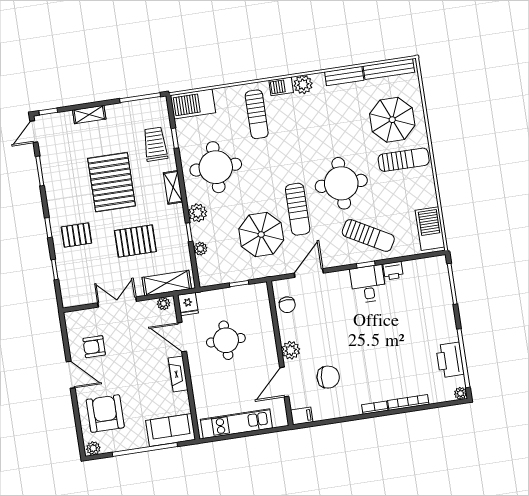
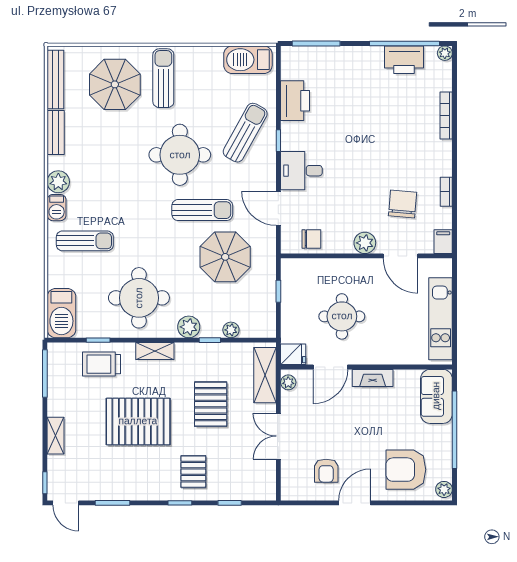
printer: (393, 271) -> (295, 101), width x1.87, depth x1.48
desk: (368, 284) -> (301, 171), moved
bookcase: (375, 408) -> (446, 192), moved

